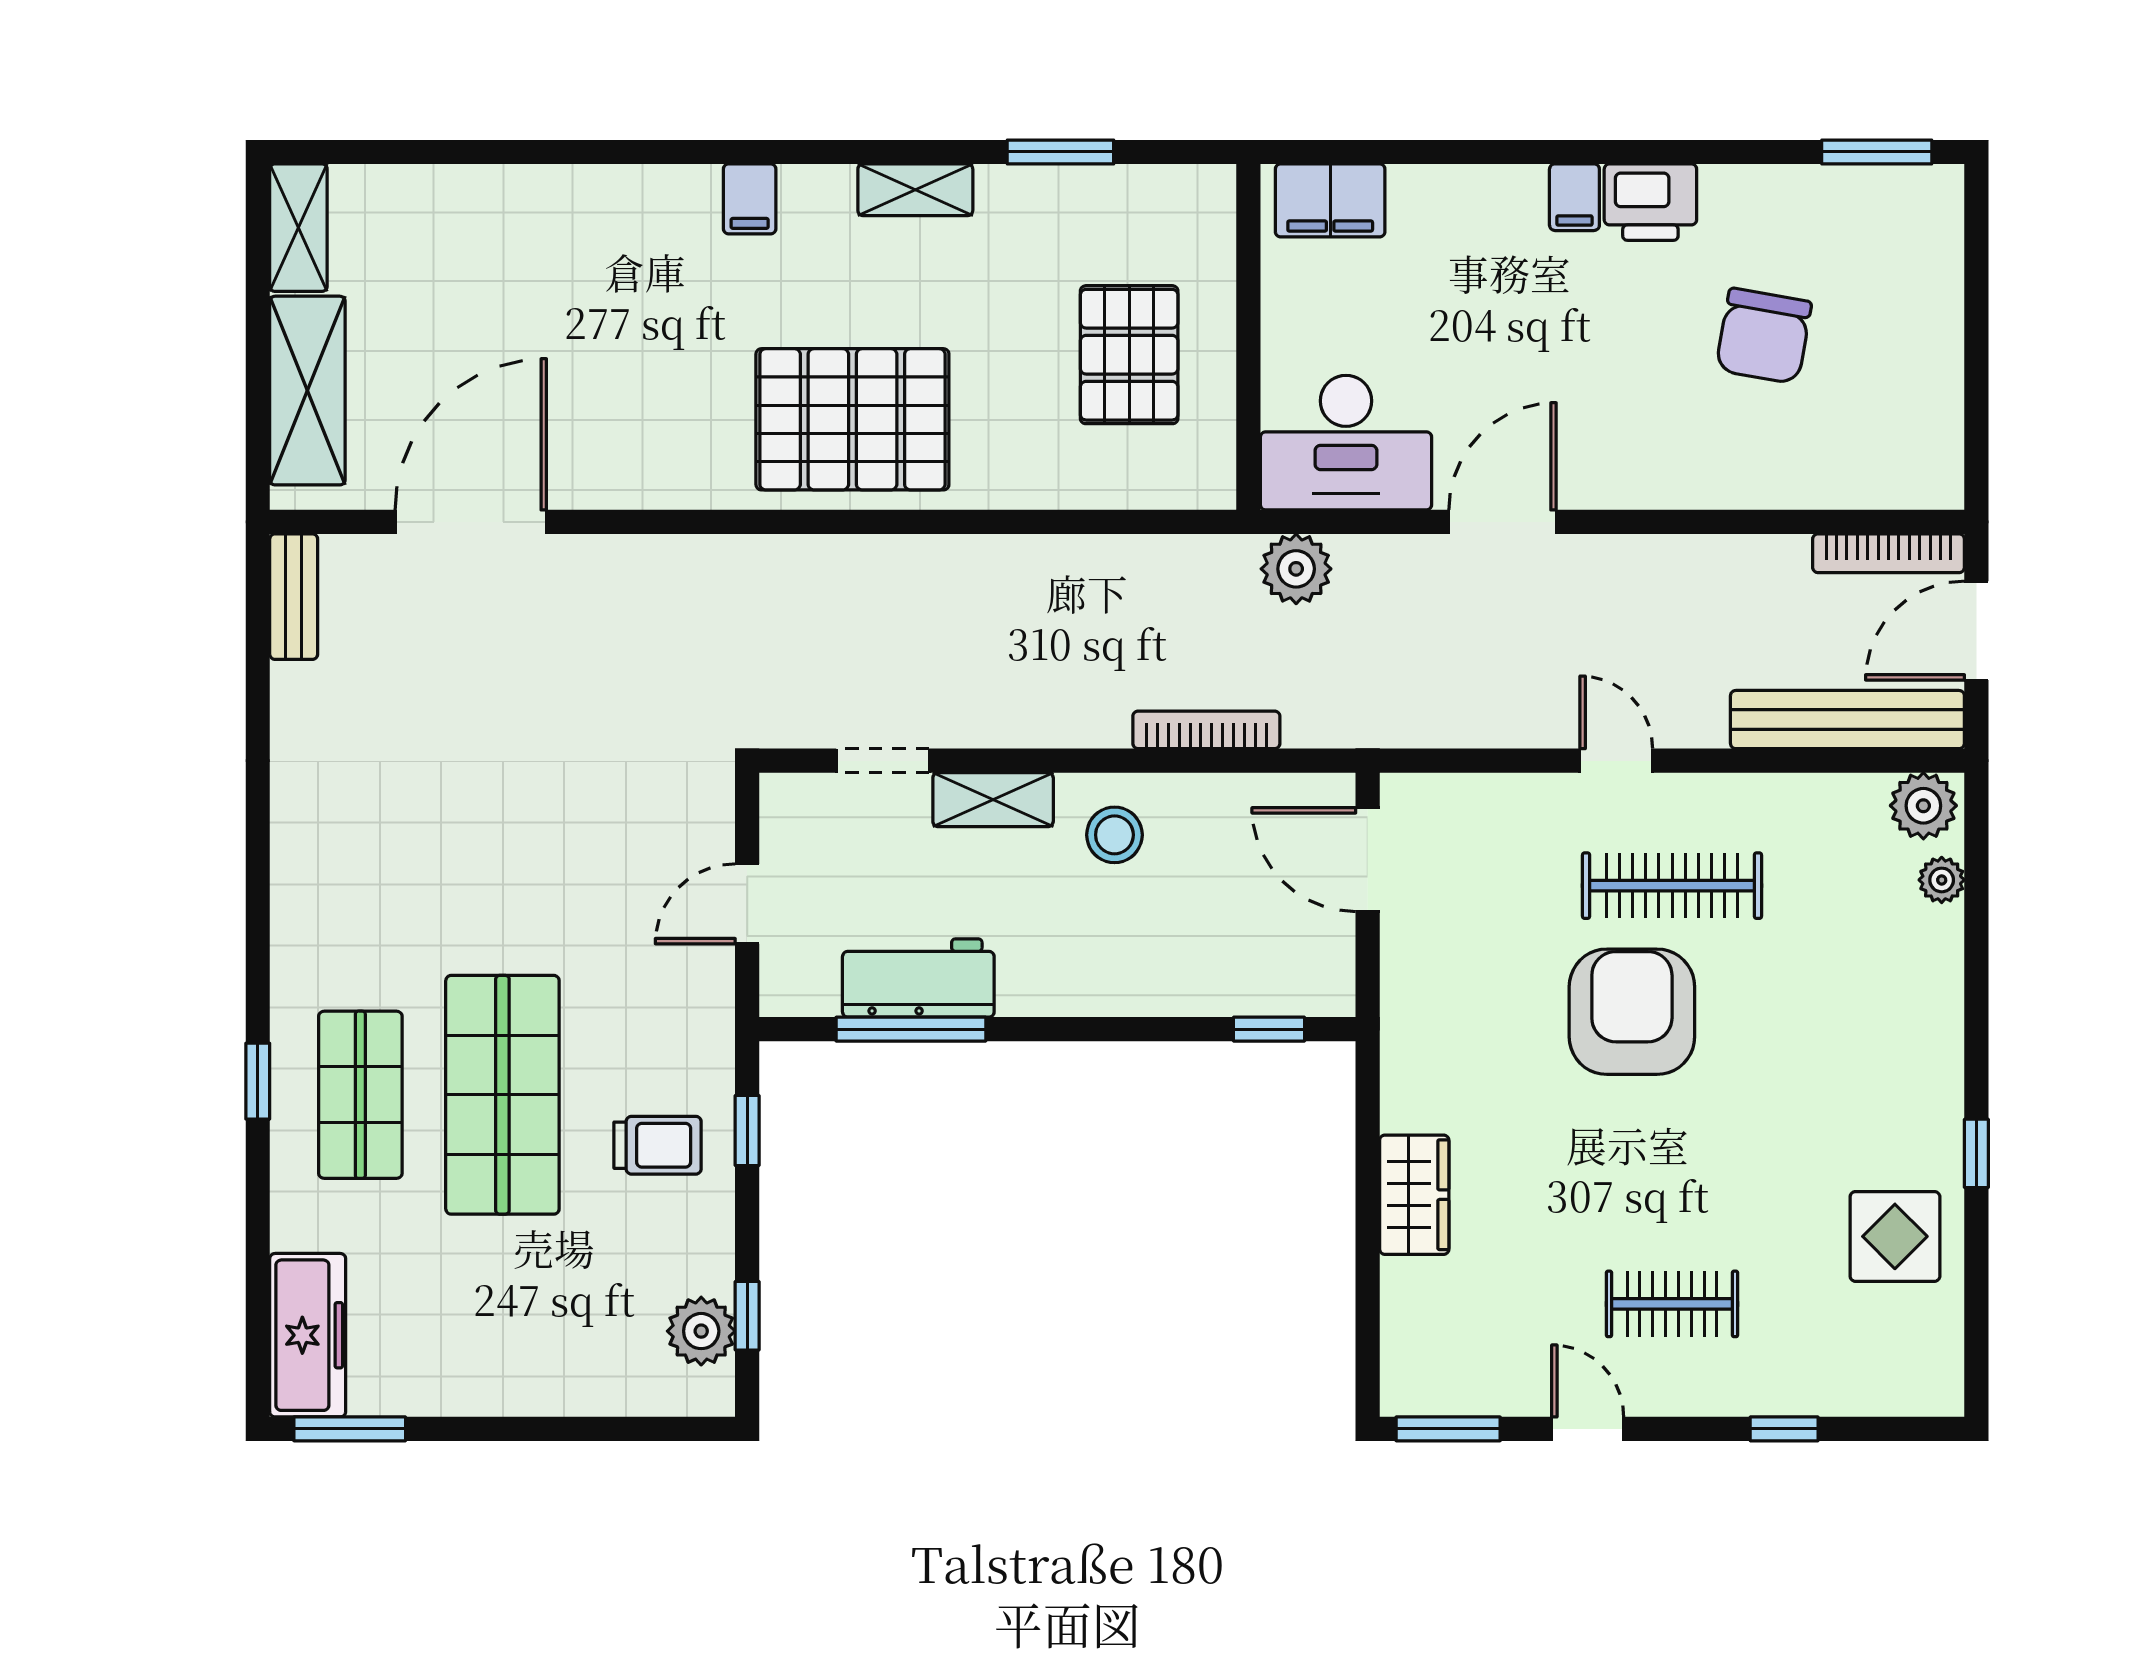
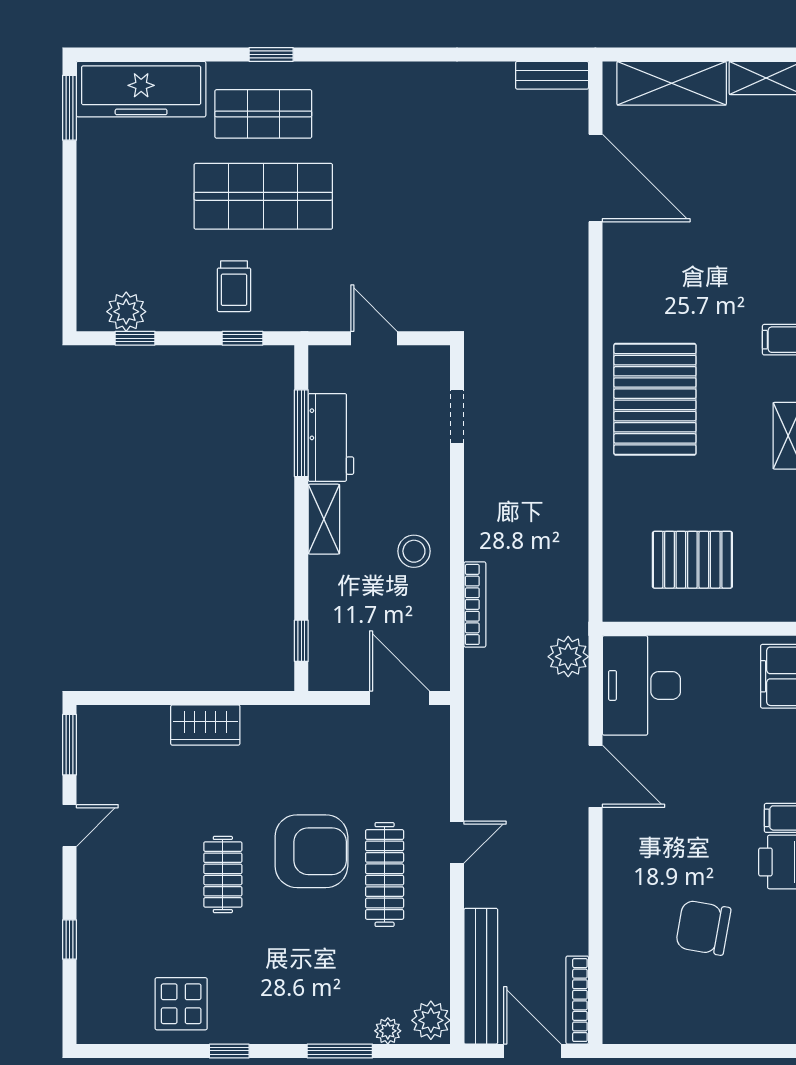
shelving: (993, 800) -> (324, 519), moved
door: (1368, 860) -> (400, 698), hinge flipped
window: (1976, 963) -> (340, 1051), added
clothes rail: (1672, 1304) -> (223, 874), moved
freezer: (308, 1335) -> (141, 89), width x1.36, depth x1.26

